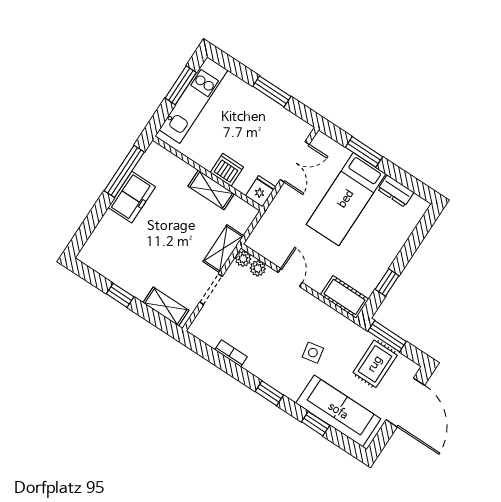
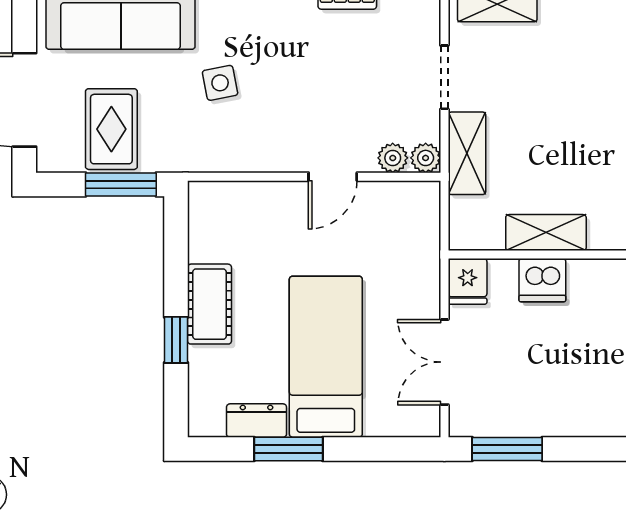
window: (272, 91) -> (507, 449), moved
window: (364, 152) -> (288, 449), moved
door: (290, 278) -> (333, 177), hinge flipped
window: (387, 283) -> (176, 340), moved
cot: (345, 297) -> (209, 304), moved, turned 90

